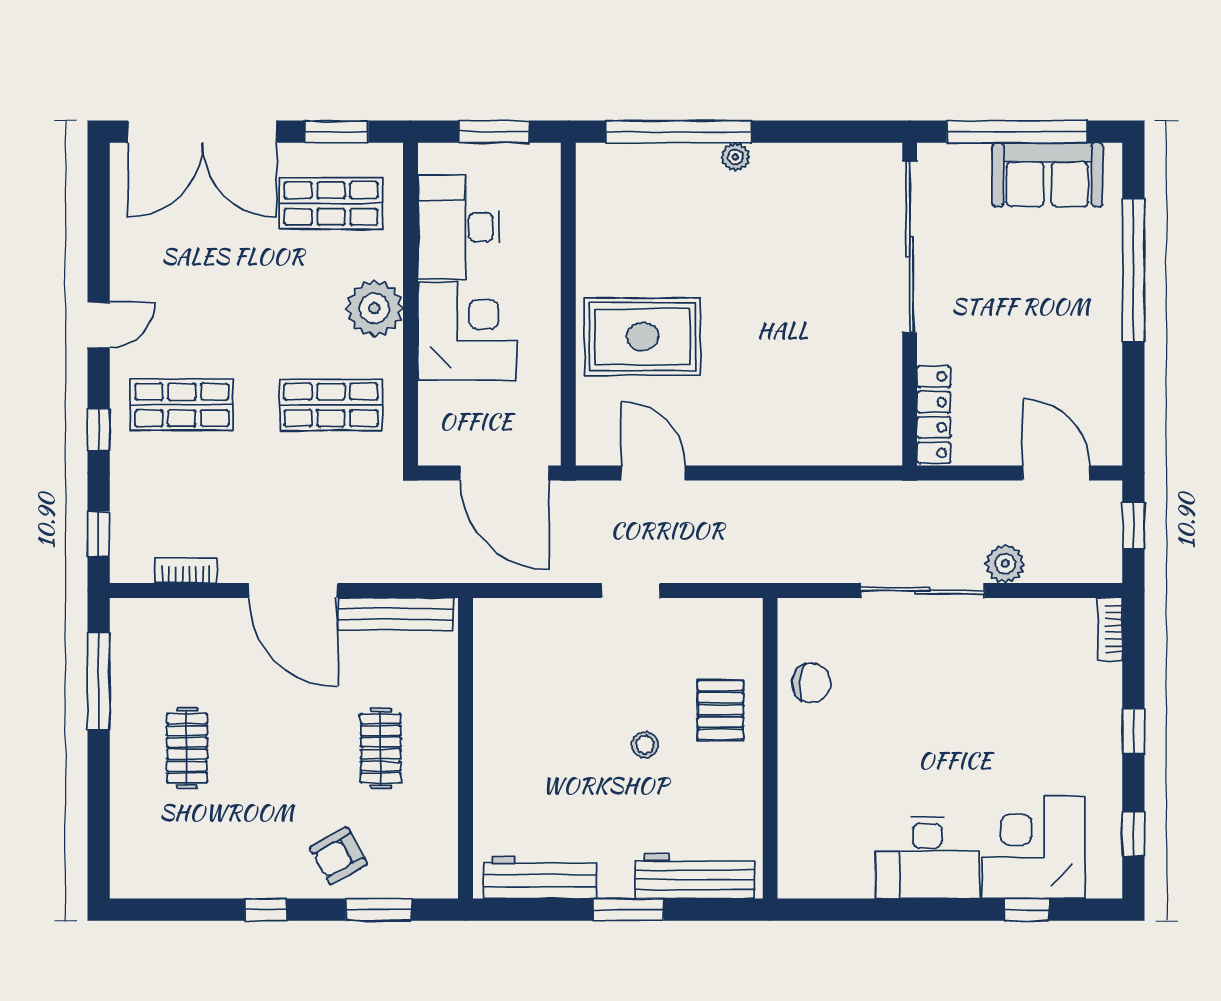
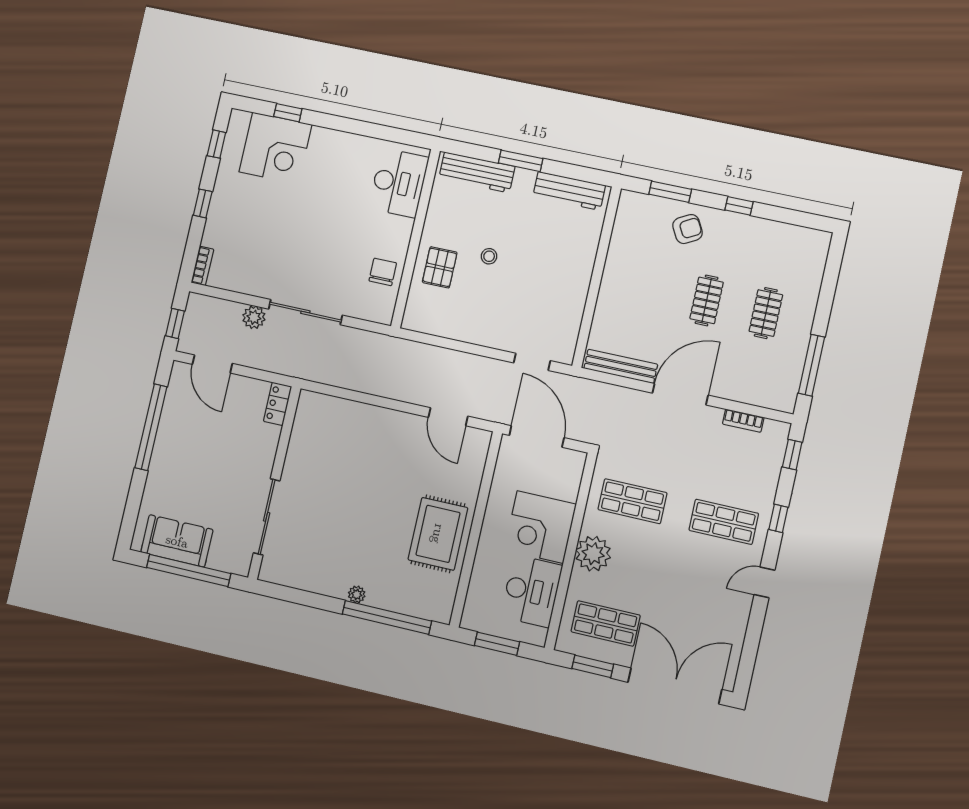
sliding door: (910, 247) -> (267, 517), width x0.73
window: (1133, 270) -> (151, 427), moved
rug: (643, 336) -> (438, 534), moved, turned 90
locker: (934, 415) -> (278, 404), width x0.66
door: (293, 590) -> (680, 394), hinge flipped
doorway: (631, 590) -> (532, 362), moved
chair: (811, 683) -> (383, 272), turned 85
clothes rail: (381, 748) -> (707, 300), moved
desk: (927, 858) -> (399, 183), moved, turned 90

